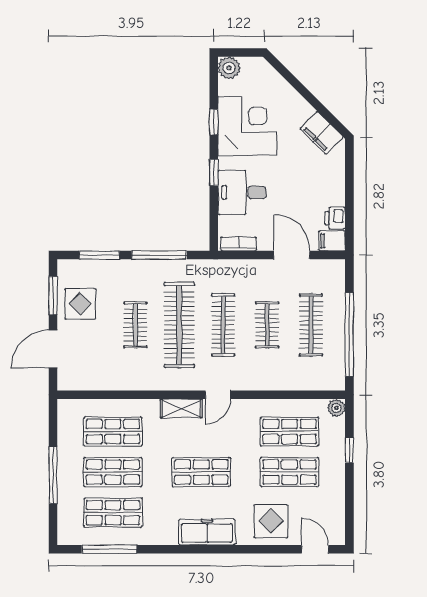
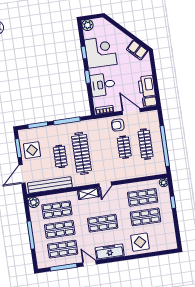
printer: (335, 218) -> (147, 86), width x1.87, depth x1.48
armchair: (261, 278) -> (118, 125), added
clothes rail: (223, 325) -> (103, 150), removed
bench: (106, 380) -> (50, 185), added
plant: (68, 410) -> (34, 202), added
door: (315, 549) -> (90, 263), moved

